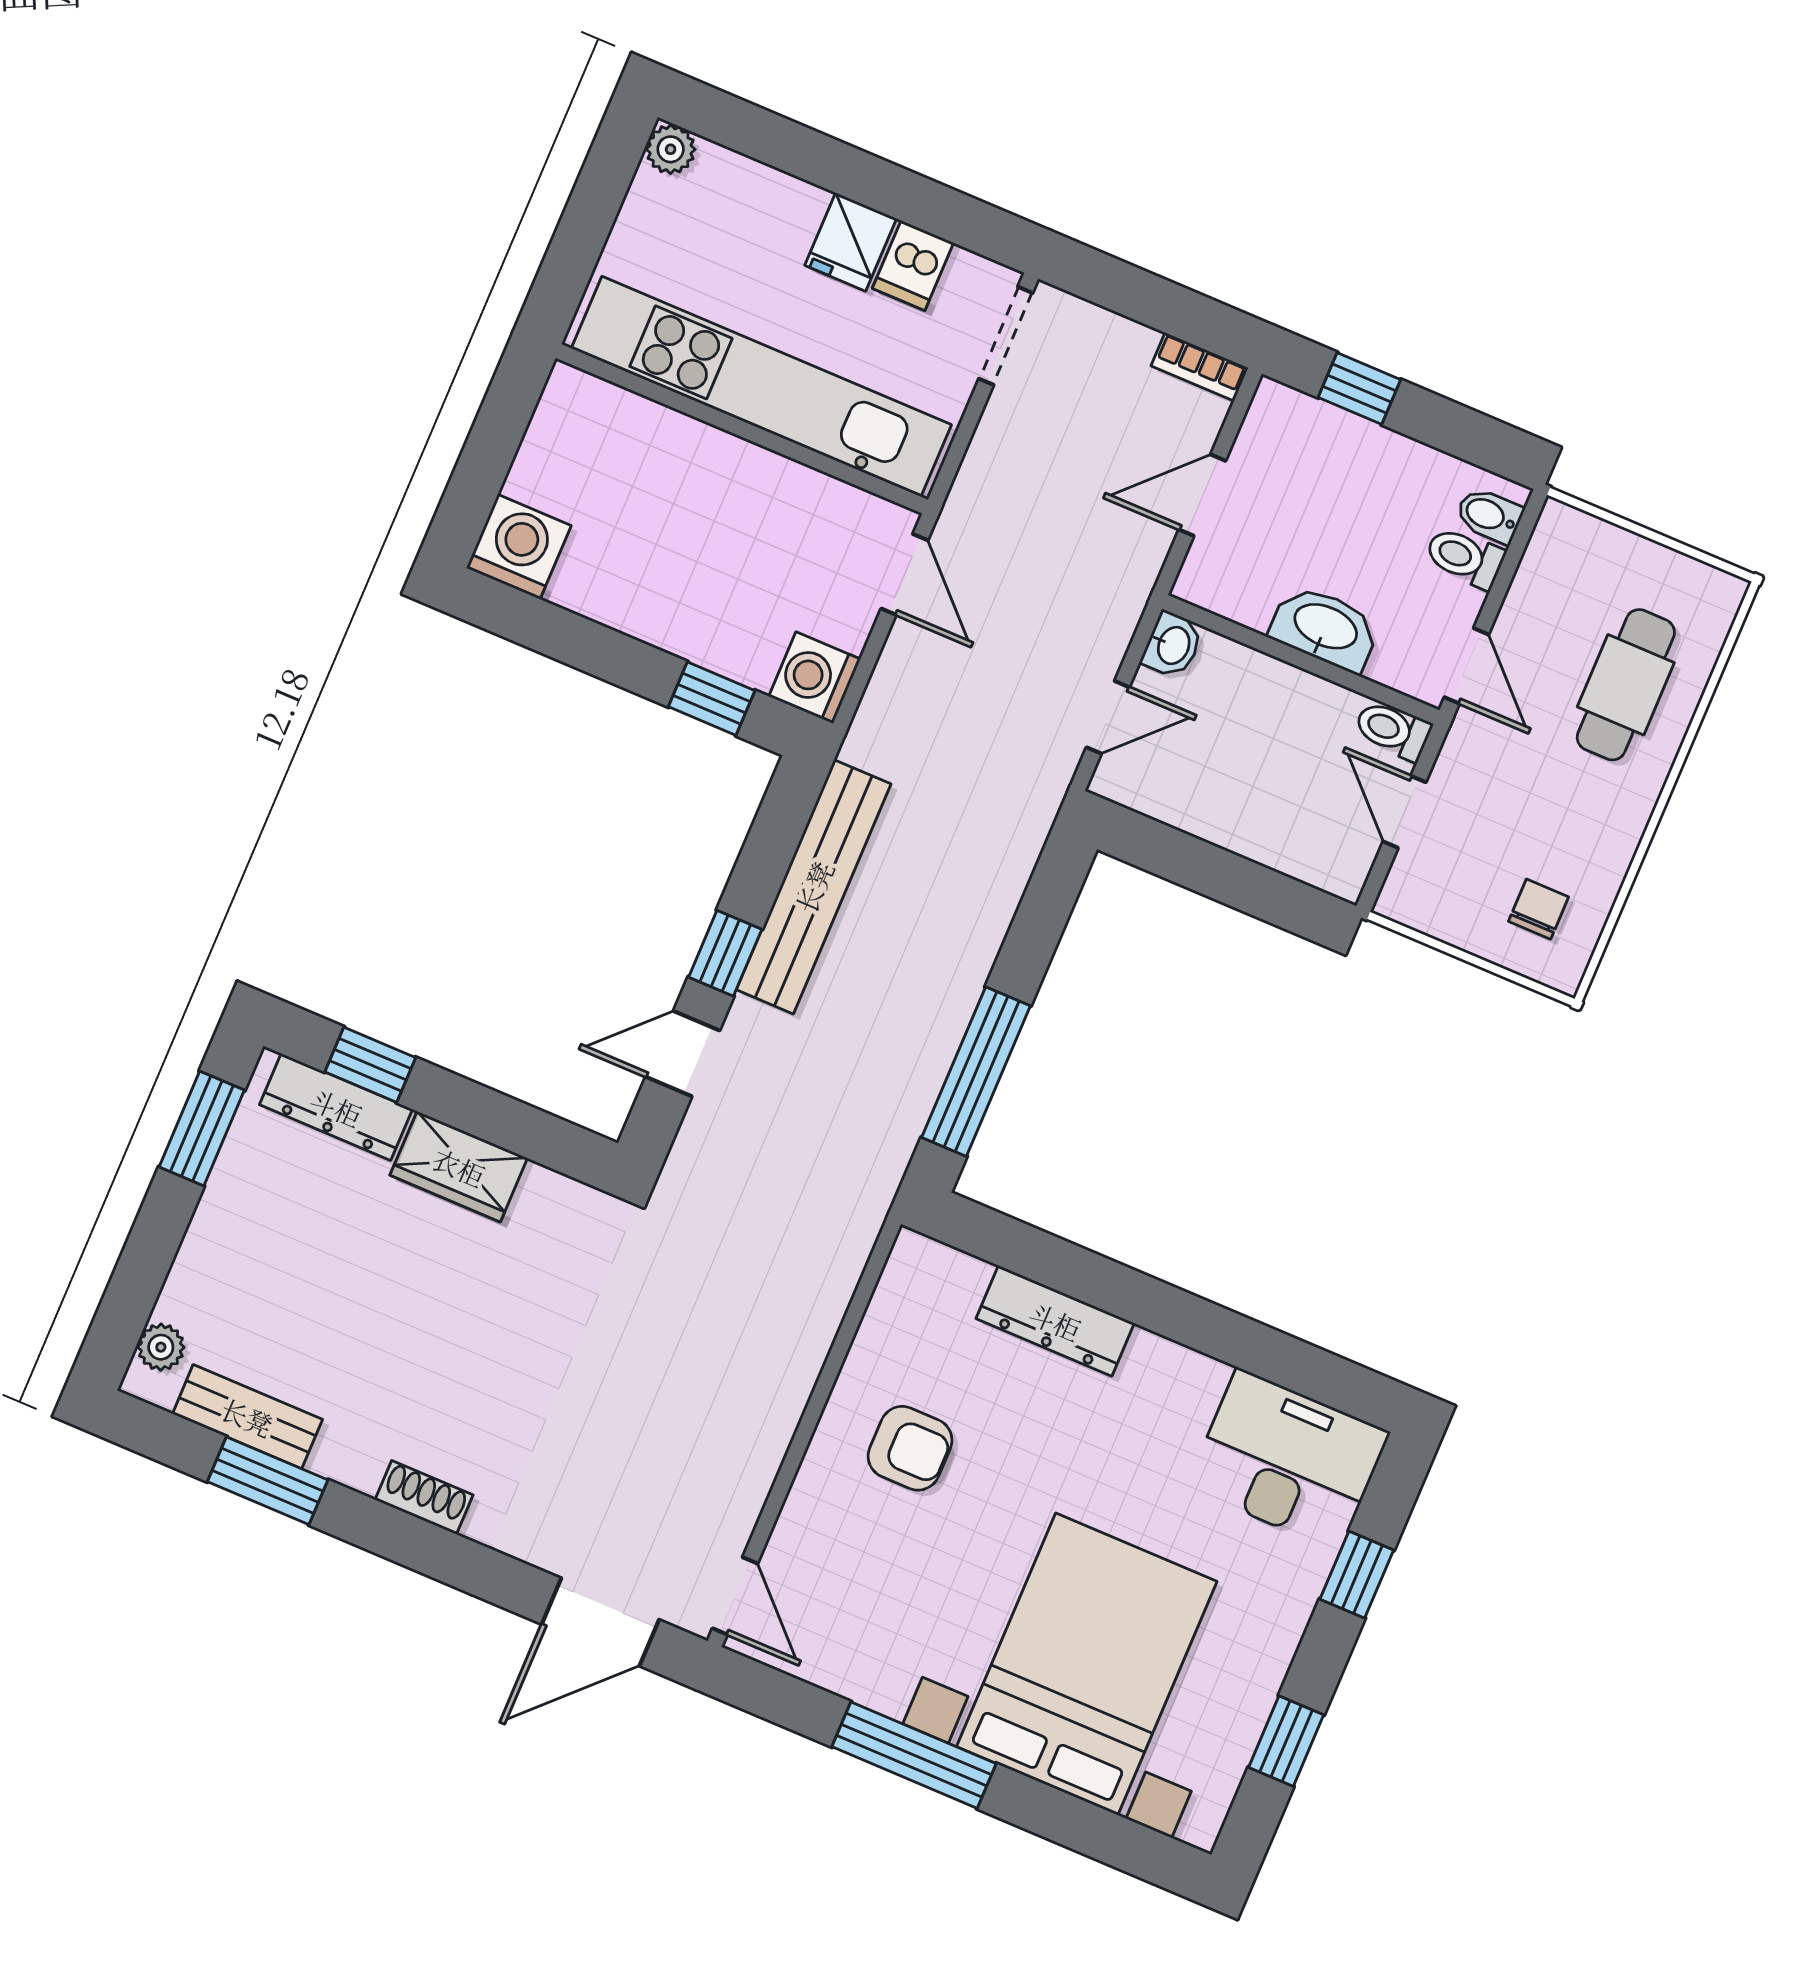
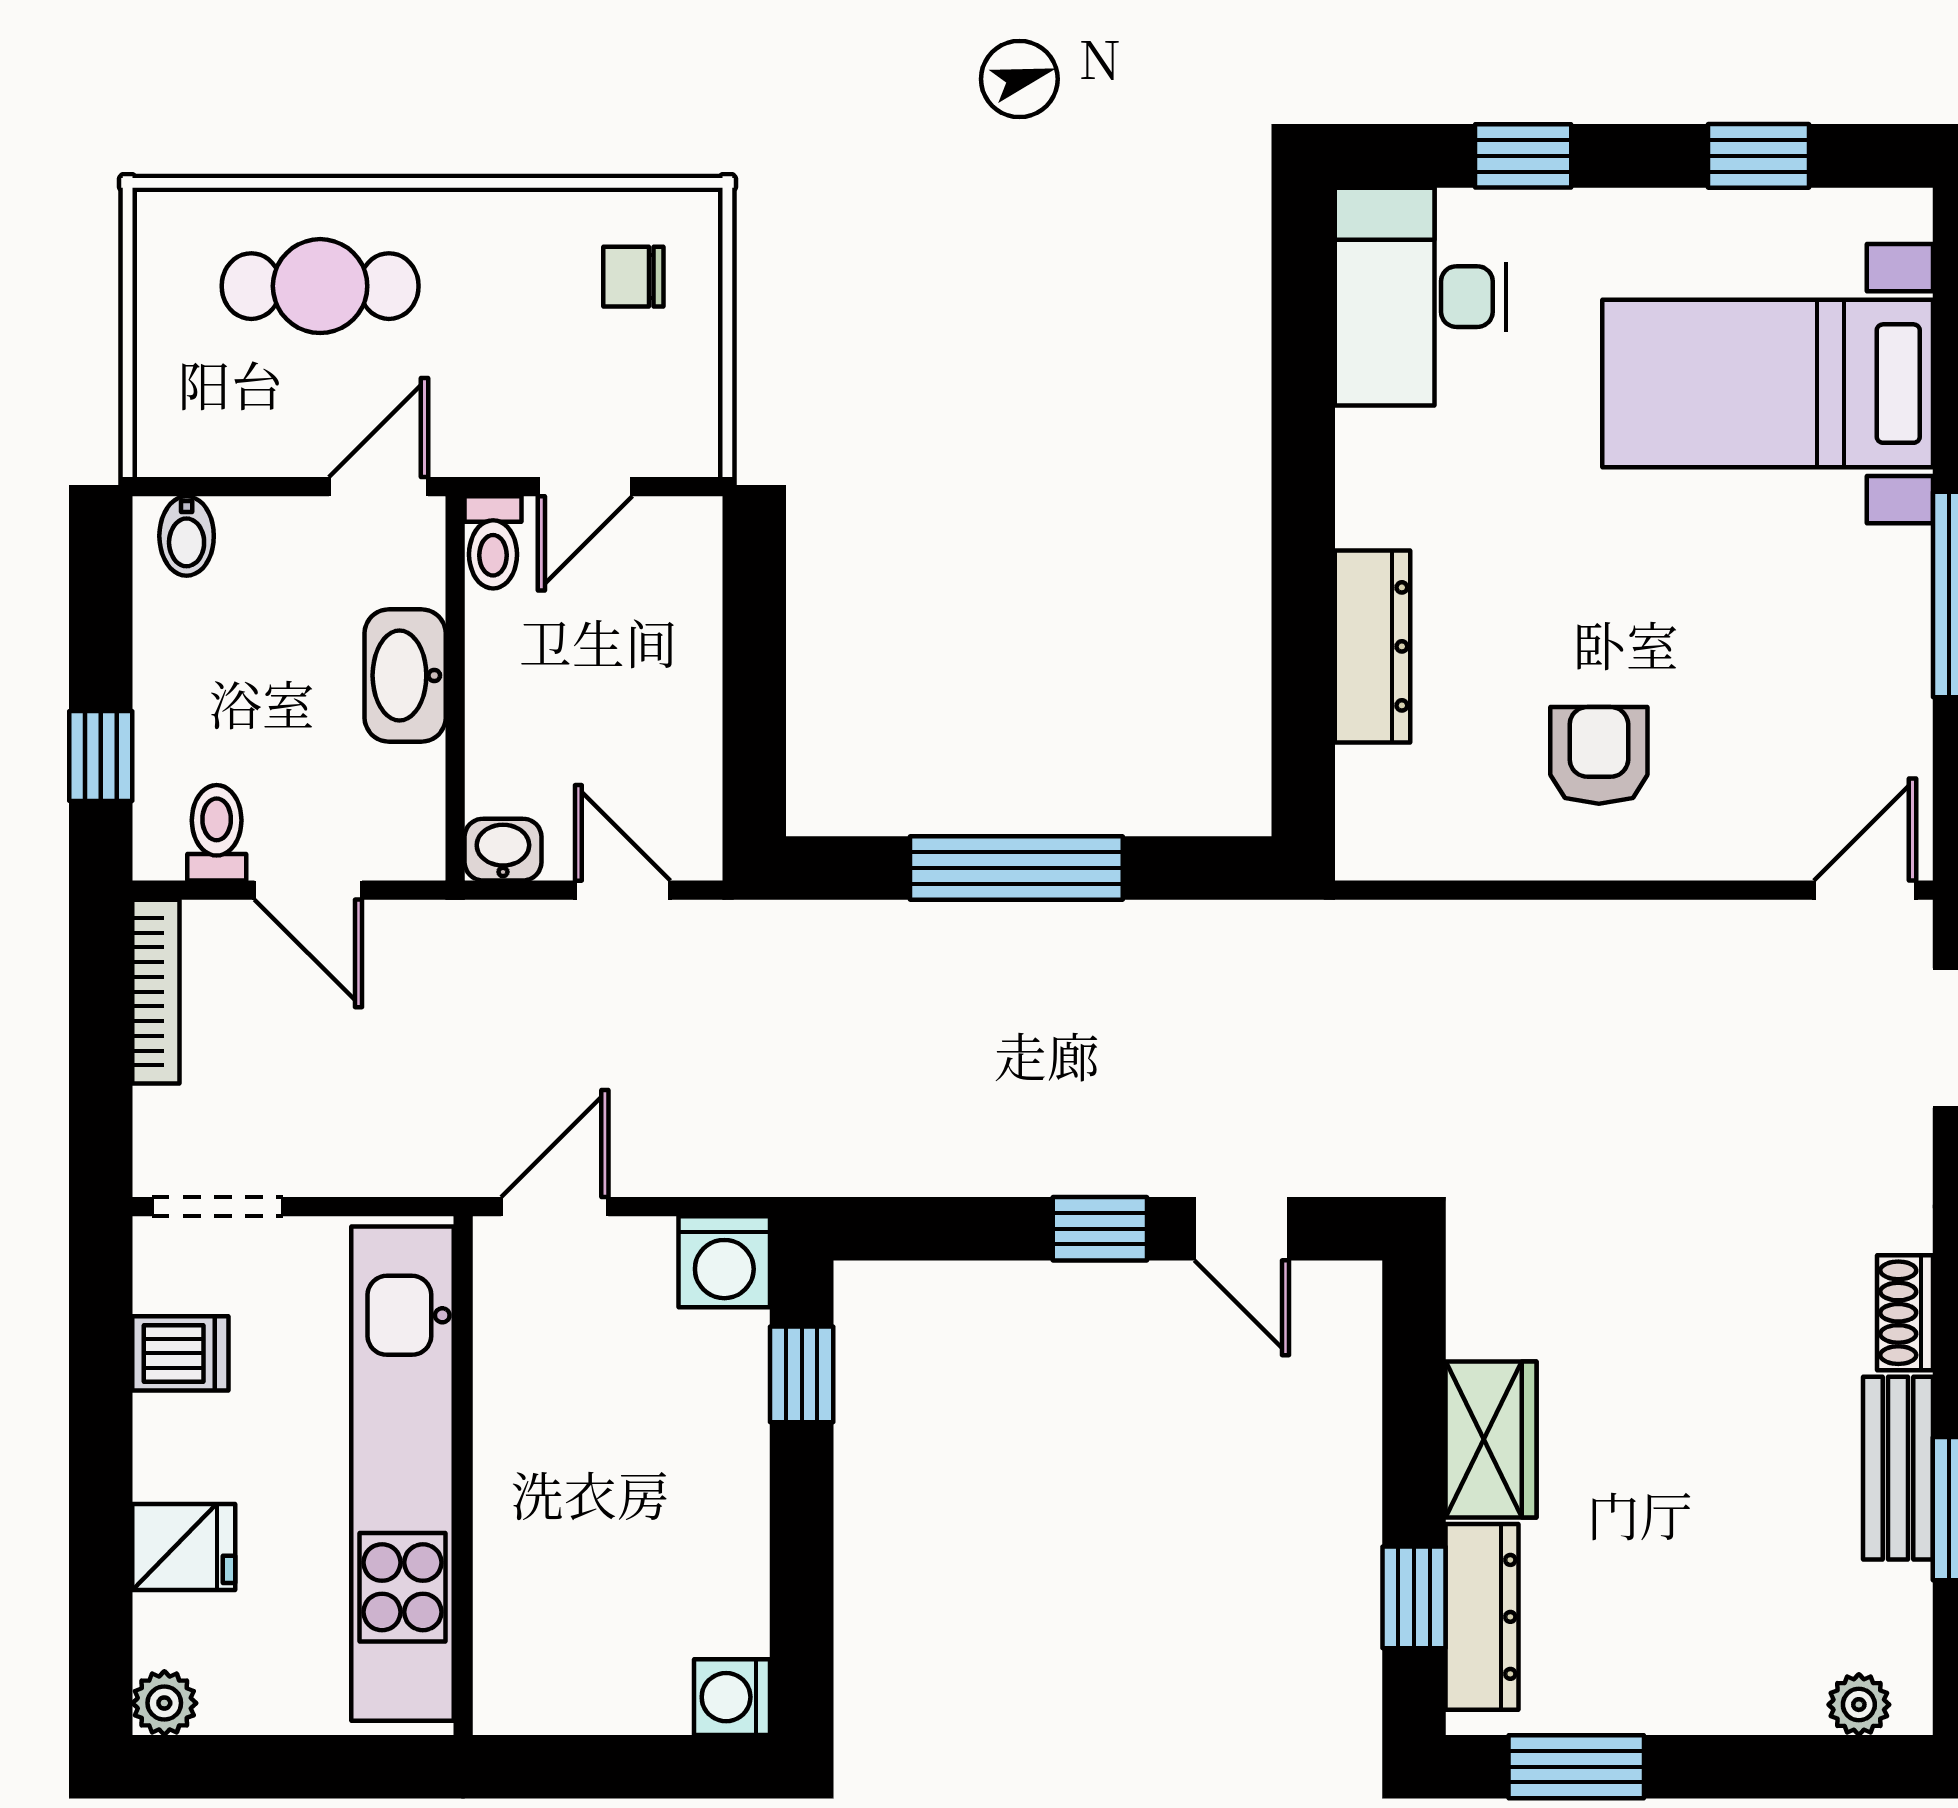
fridge: (851, 242) -> (184, 1547), moved
bookcase: (1200, 367) -> (156, 992), width x1.56
washing machine: (519, 547) -> (732, 1697), width x0.73, depth x0.73
toilet: (1465, 557) -> (217, 833), moved, turned 180
bench: (814, 887) -> (975, 1157), removed
window: (976, 1072) -> (1016, 868), moved
bench: (247, 1417) -> (1898, 1468), moved
bed with nightstands: (1087, 1664) -> (1768, 384), width x0.73

